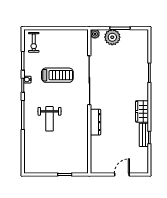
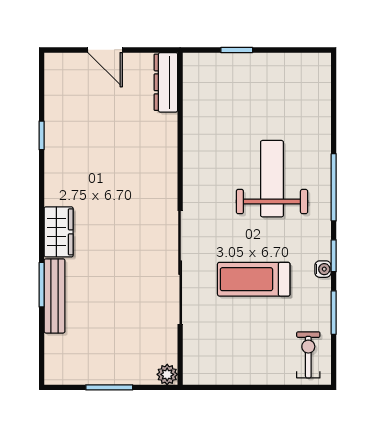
plant: (112, 37) -> (127, 367), removed
wardrobe: (142, 111) -> (59, 232), moved
weight bench: (49, 119) -> (272, 179), width x1.36, depth x1.33
dresser: (95, 122) -> (166, 82), moved
bench: (144, 135) -> (54, 296), moved, width x1.36
door: (122, 175) -> (105, 50), hinge flipped

